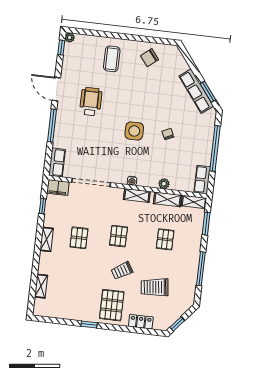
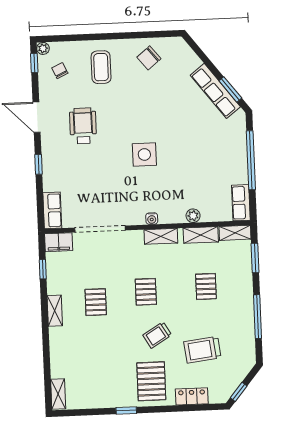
window: (52, 126) -> (38, 164), width x0.46
chair: (168, 134) -> (60, 71), moved
shelving: (41, 286) -> (58, 394), moved

